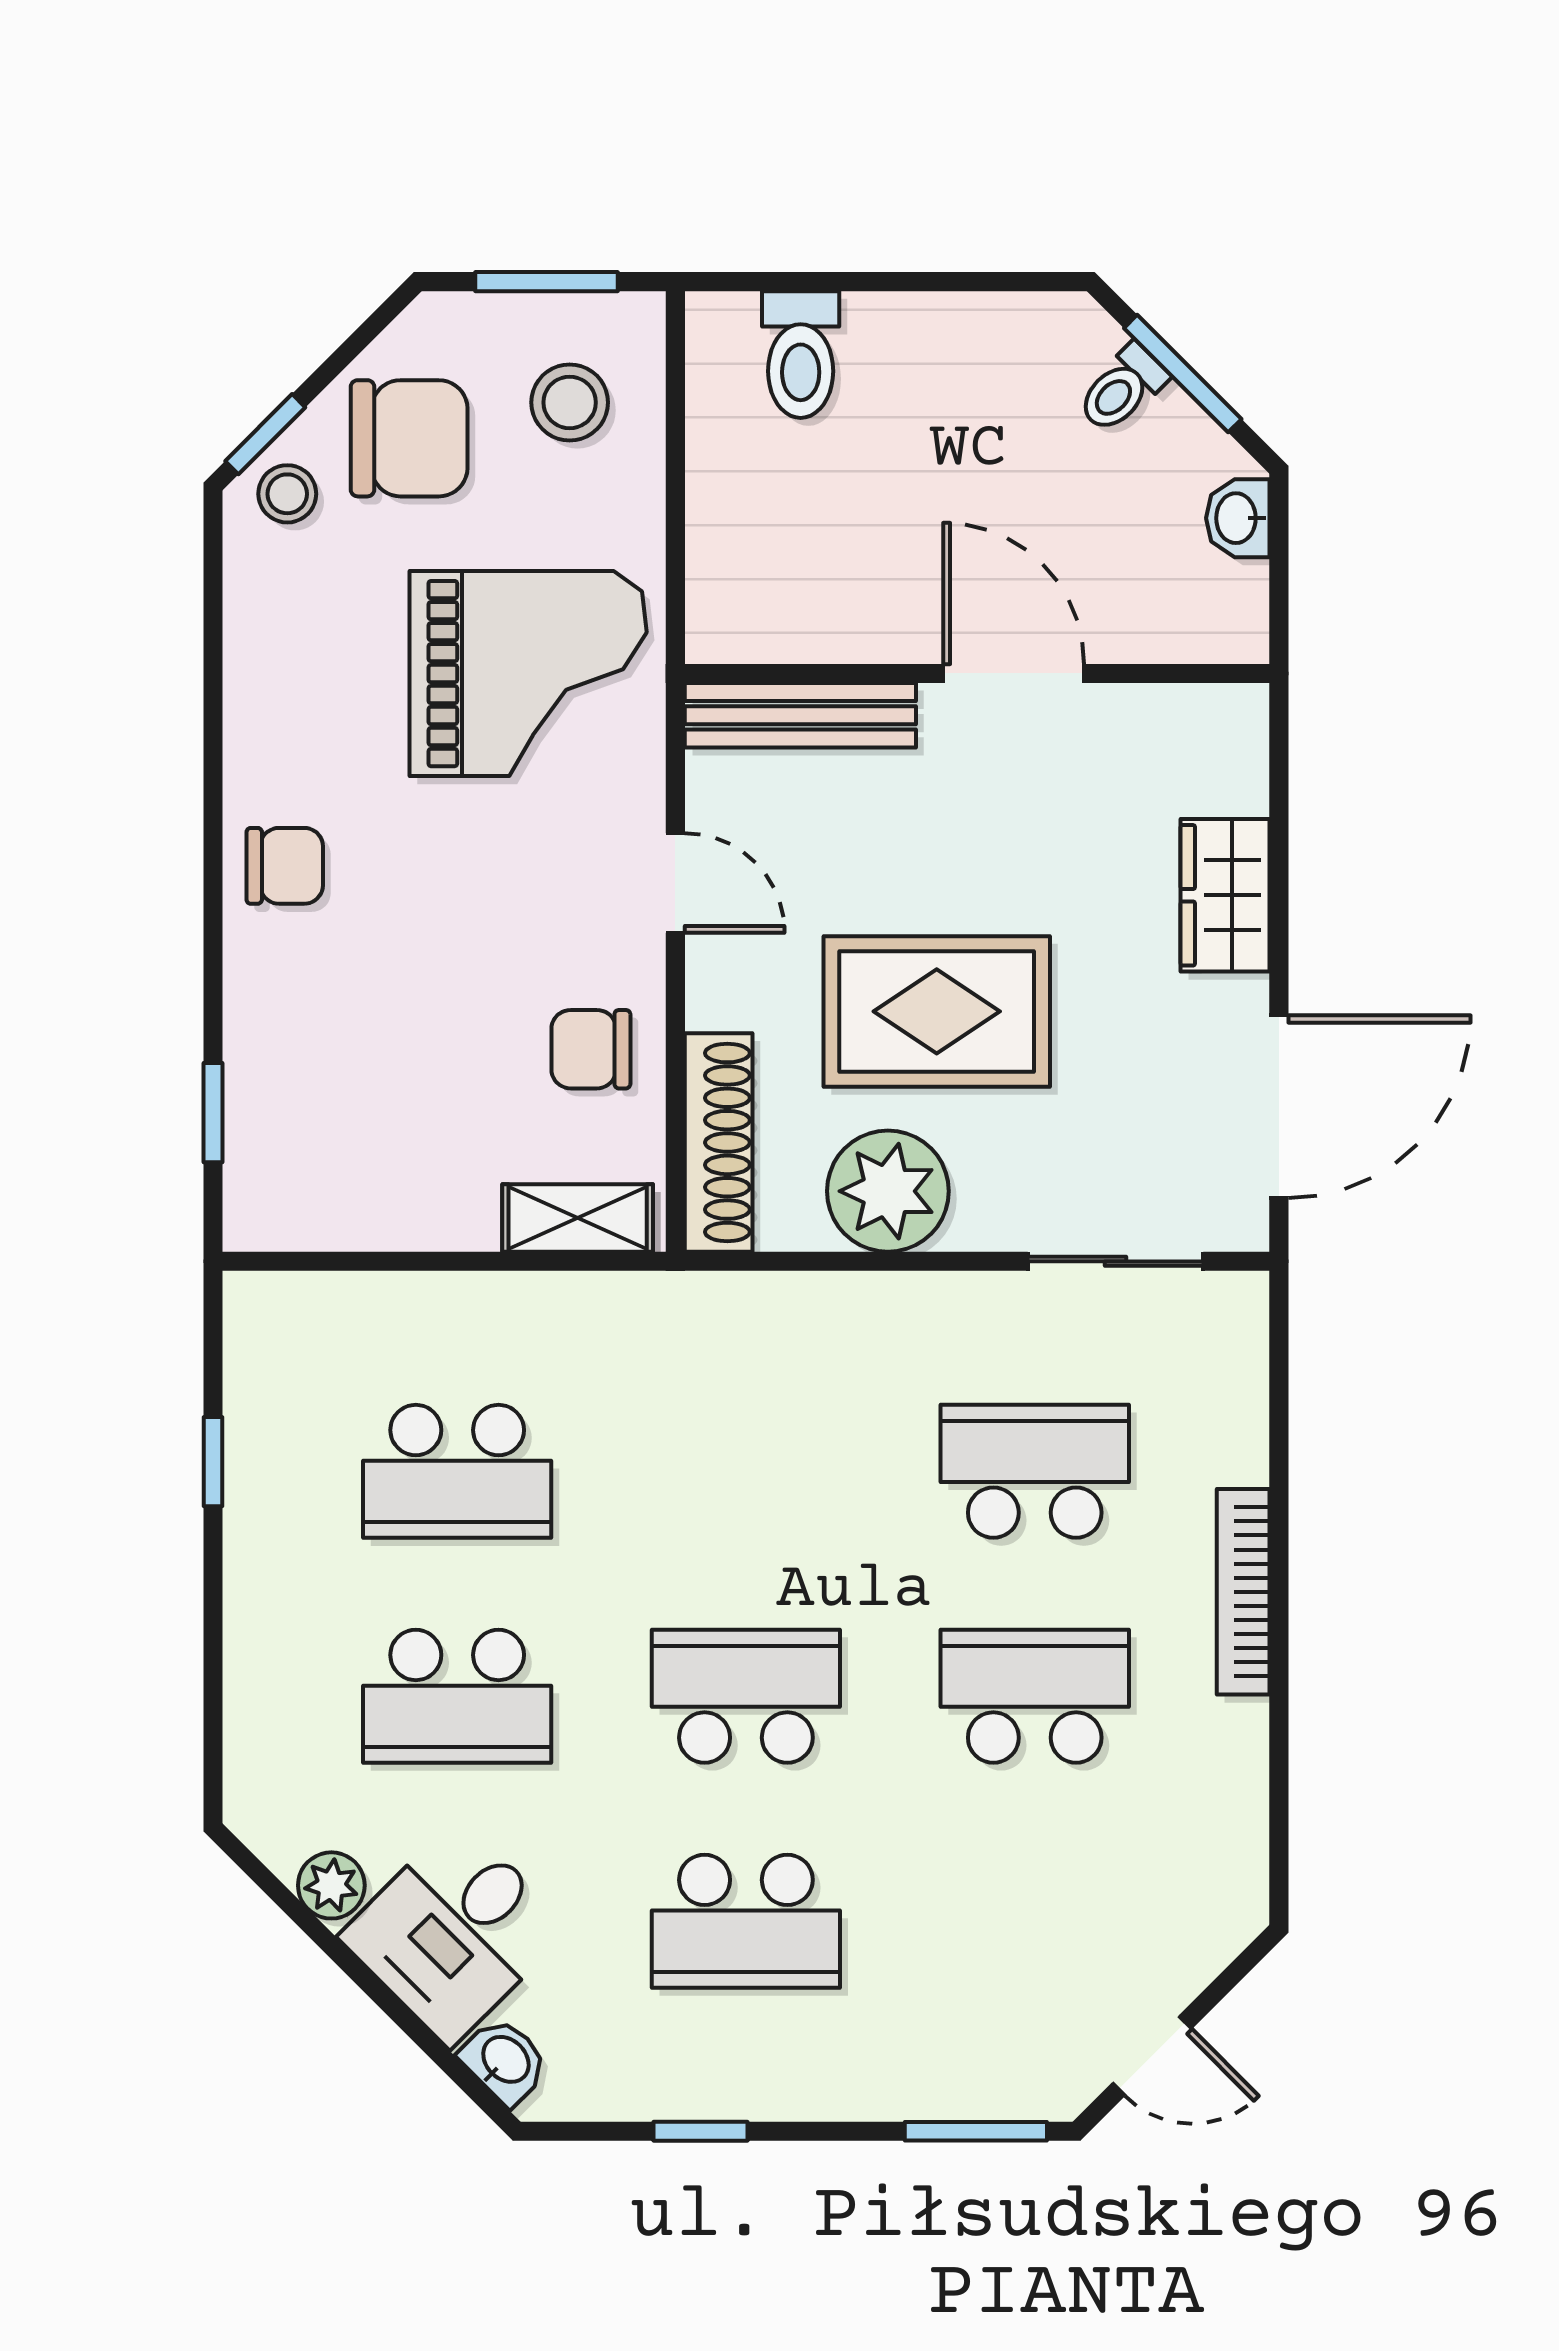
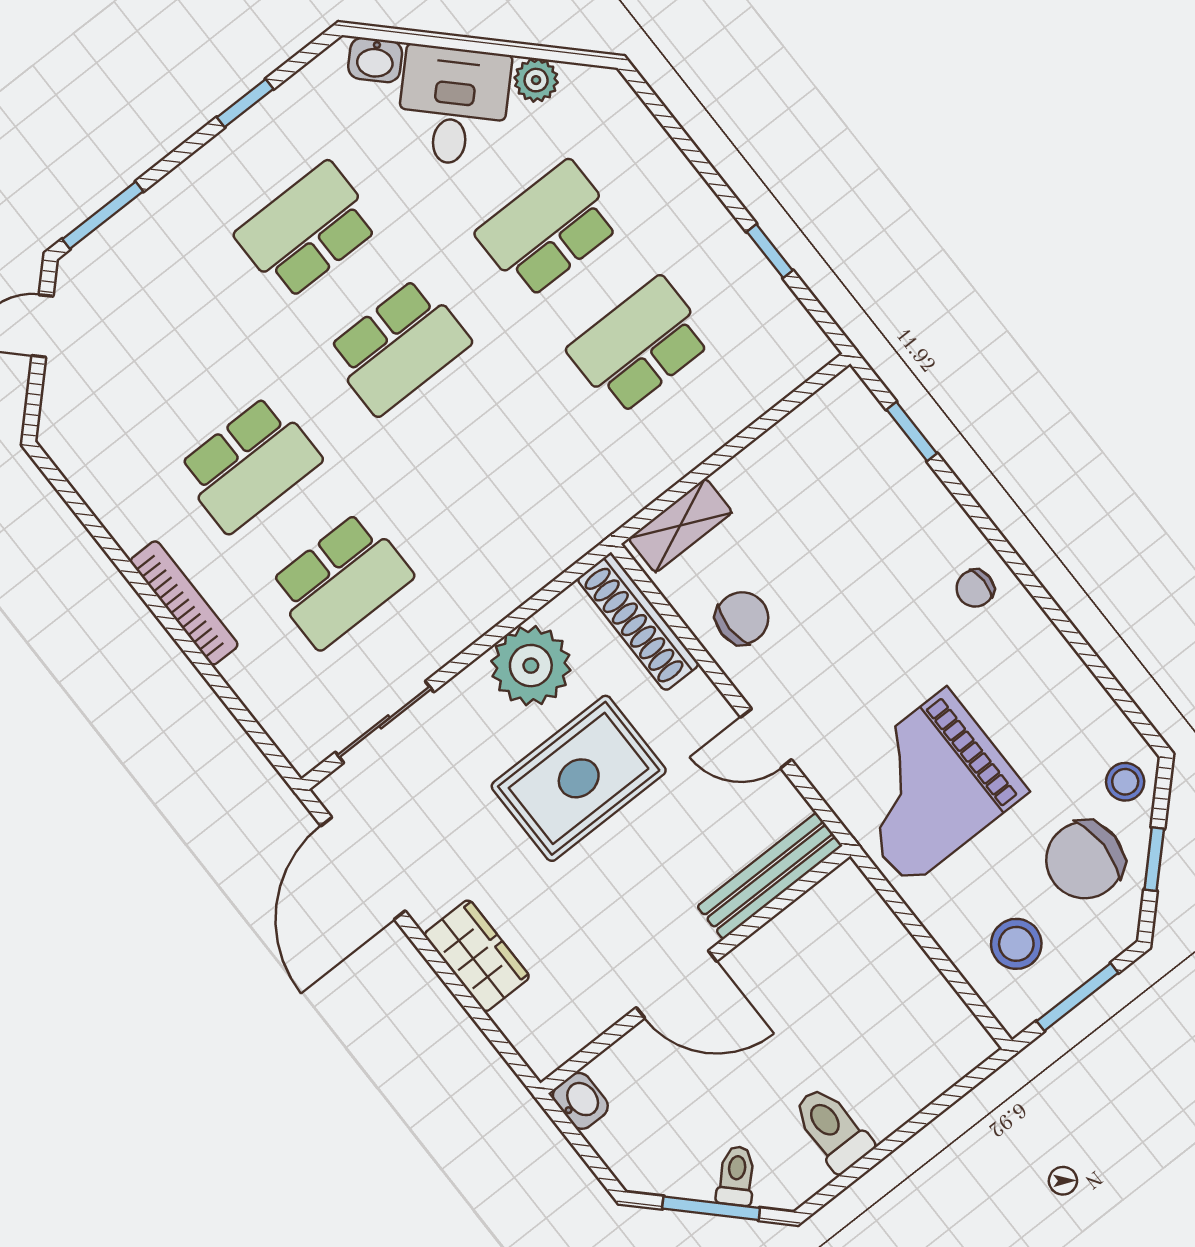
toilet: (801, 355) -> (832, 1129), moved
window: (265, 434) -> (1154, 859), moved
washbasin: (1238, 518) -> (580, 1101), moved
chair: (285, 866) -> (975, 588), width x0.73, depth x0.73

